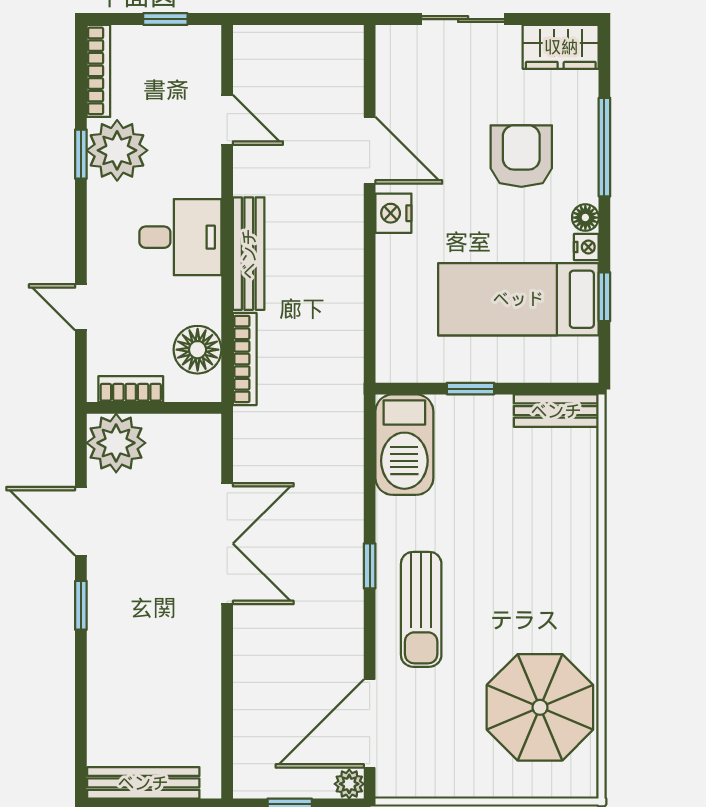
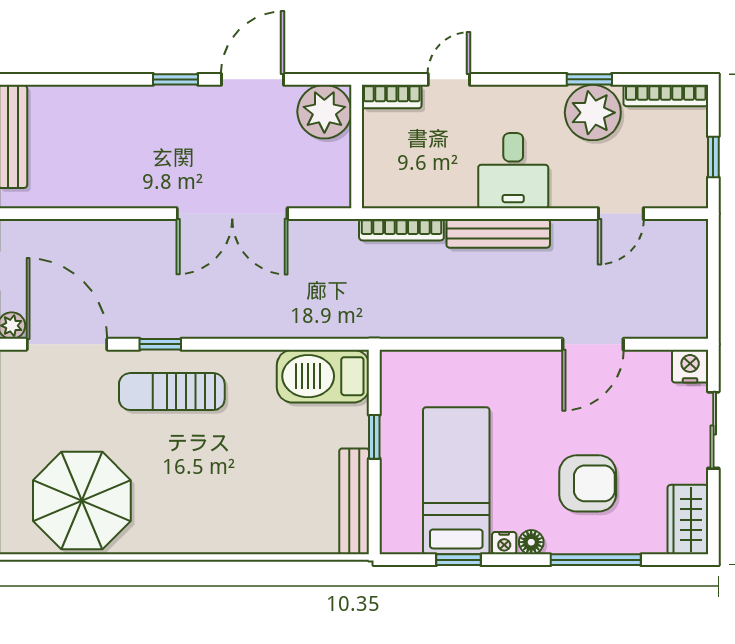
nightstand: (393, 213) -> (690, 366), moved
floor lamp: (198, 350) -> (410, 186), removed
bookcase: (131, 389) -> (392, 97), moved, turned 90
bench: (556, 411) -> (354, 501), width x1.36
window: (370, 566) -> (160, 344), moved

